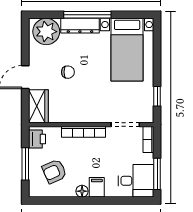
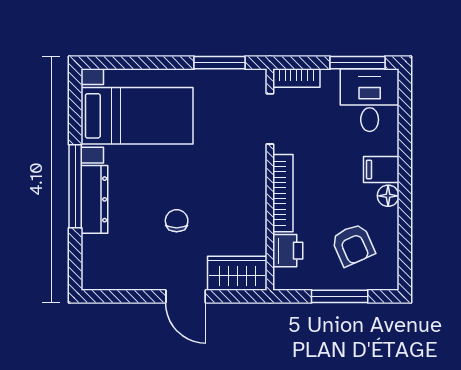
plant: (46, 32) -> (105, 259), removed
window: (157, 96) -> (220, 63), width x1.50
printer: (37, 139) -> (288, 251), moved, turned 90

